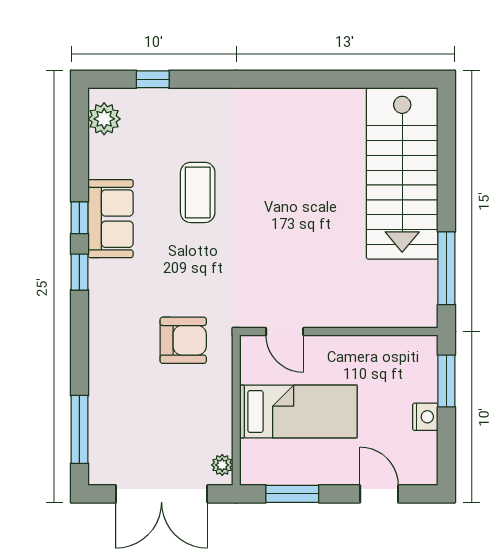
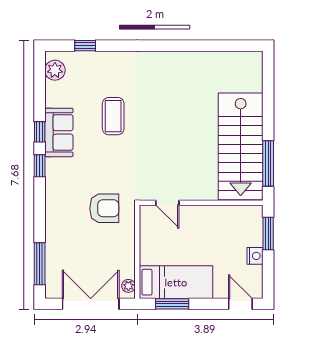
stairs: (402, 173) -> (241, 146), moved
bed: (298, 411) -> (176, 282), moved
double door: (162, 494) -> (91, 304), swing flipped
door: (379, 494) -> (240, 304), moved

